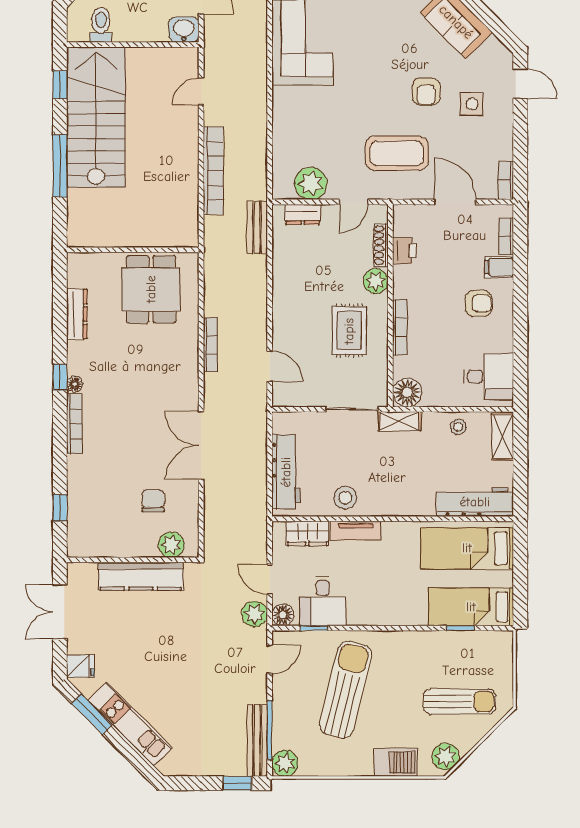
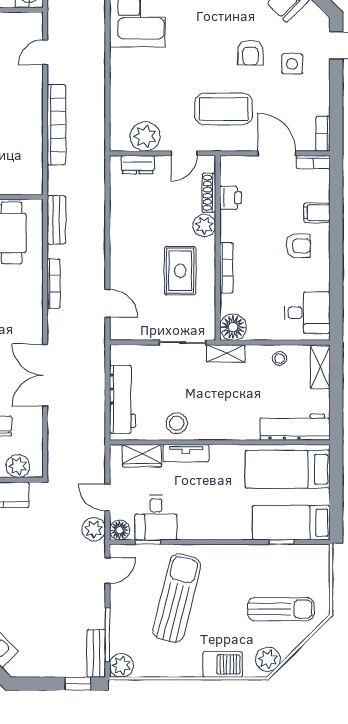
bench: (257, 227) -> (56, 220), moved
bookcase: (506, 236) -> (313, 162), moved, turned -90
bench: (257, 740) -> (96, 653), width x0.73

